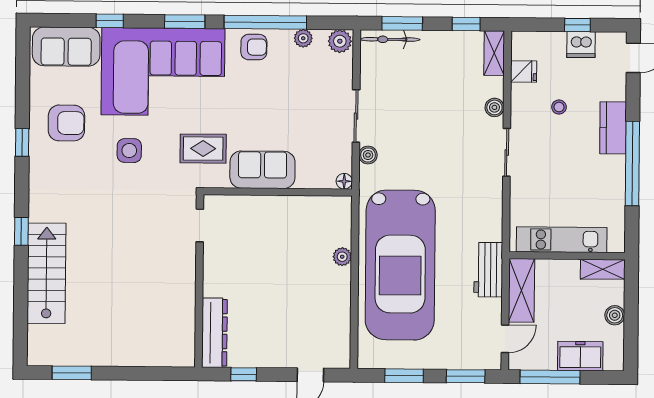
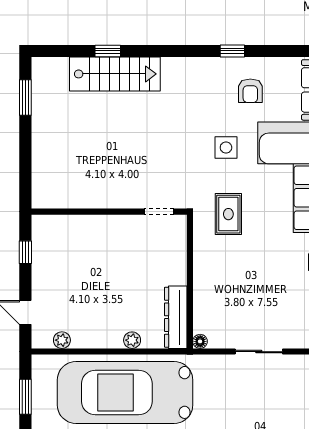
armchair: (66, 123) -> (250, 91), width x0.72, depth x0.72
boiler: (368, 155) -> (224, 363), removed
sofa: (262, 170) -> (210, 268), removed
window: (21, 231) -> (108, 51), moved
dresser: (214, 333) -> (176, 317), moved, turned 90
plant: (341, 335) -> (62, 340), added

